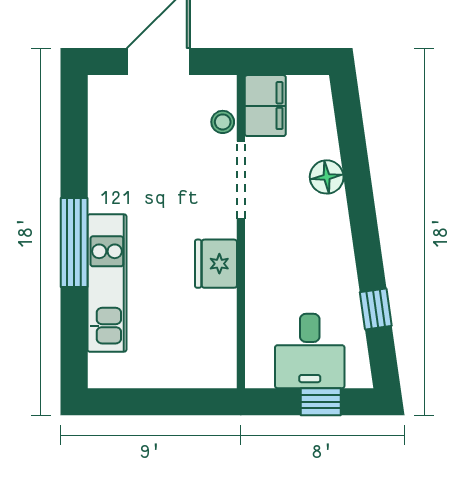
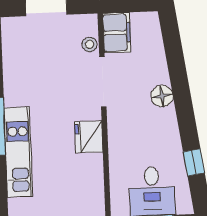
floor lamp: (327, 177) -> (162, 96), moved

